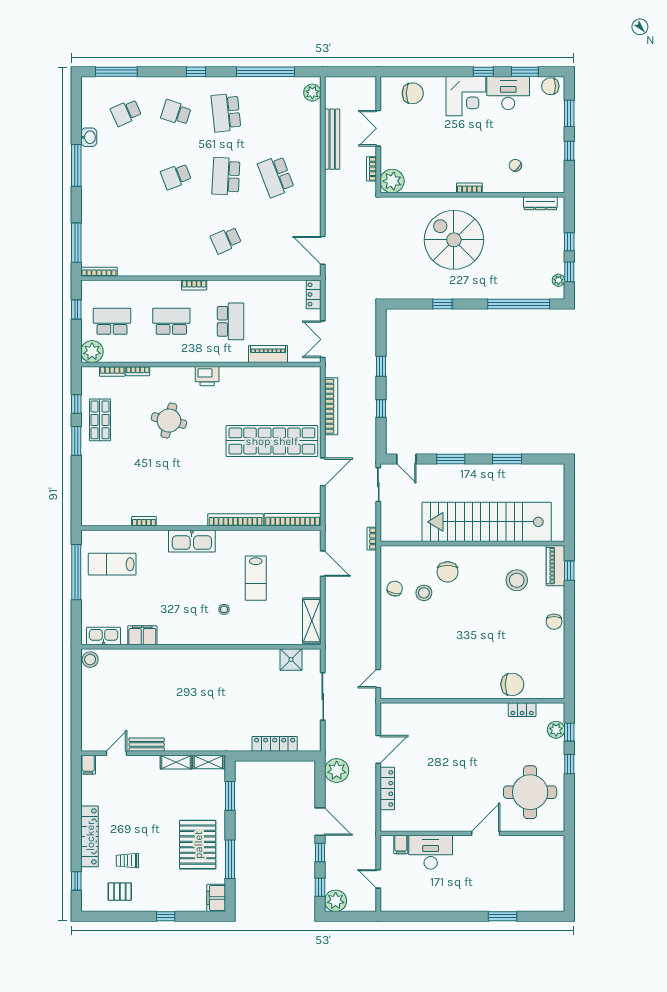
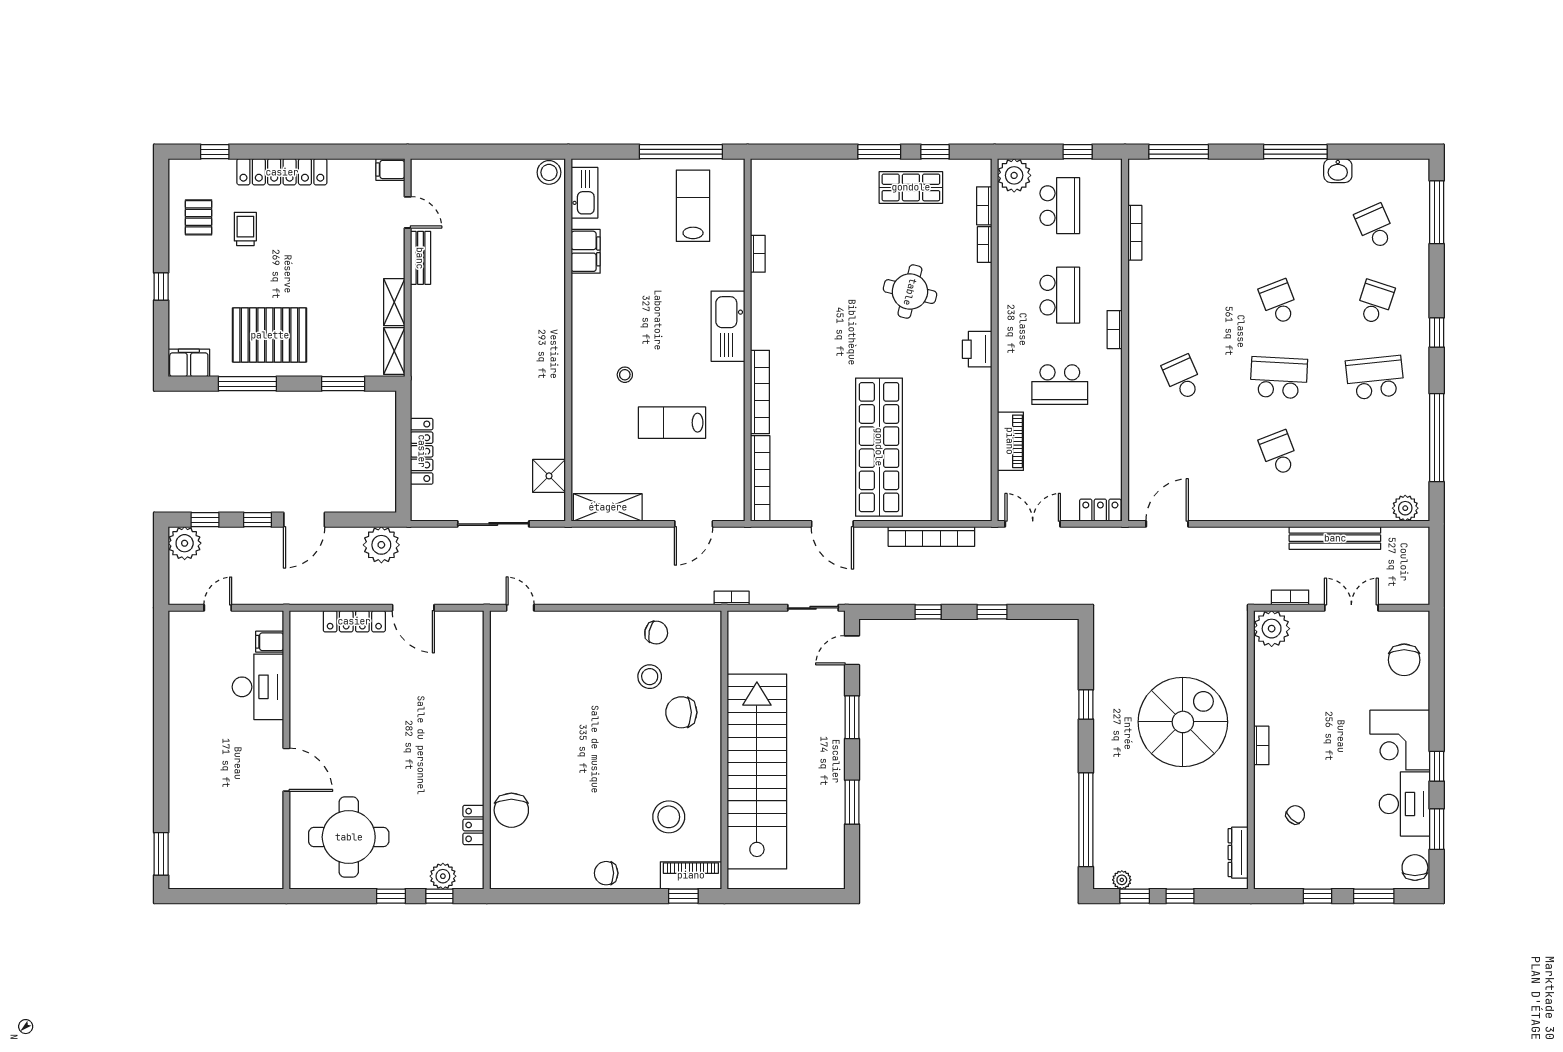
school desk: (276, 176) -> (1279, 453), width x0.54
bookcase: (99, 272) -> (1135, 233), moved
window: (502, 916) -> (161, 854), moved

